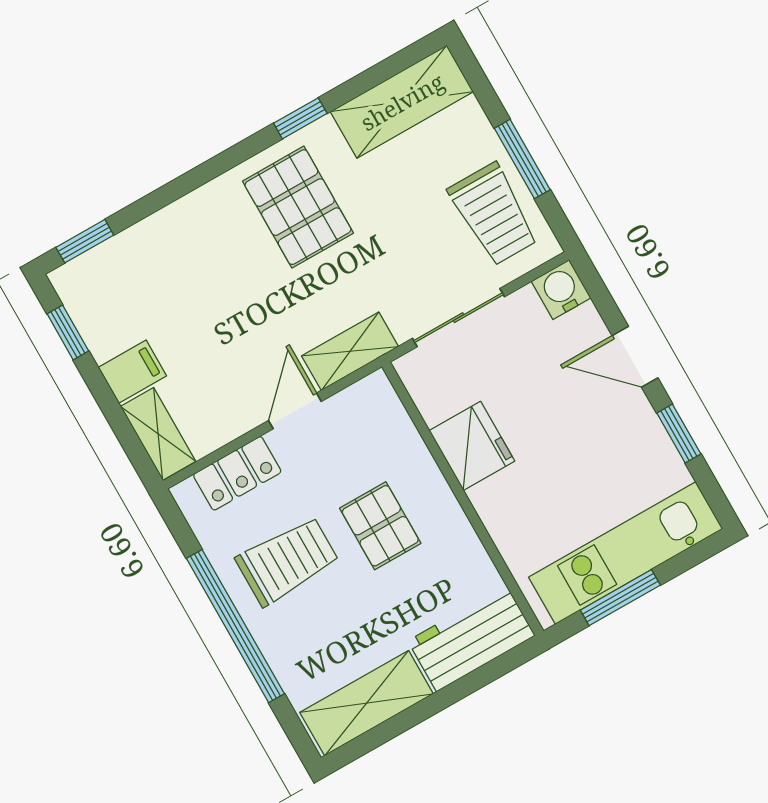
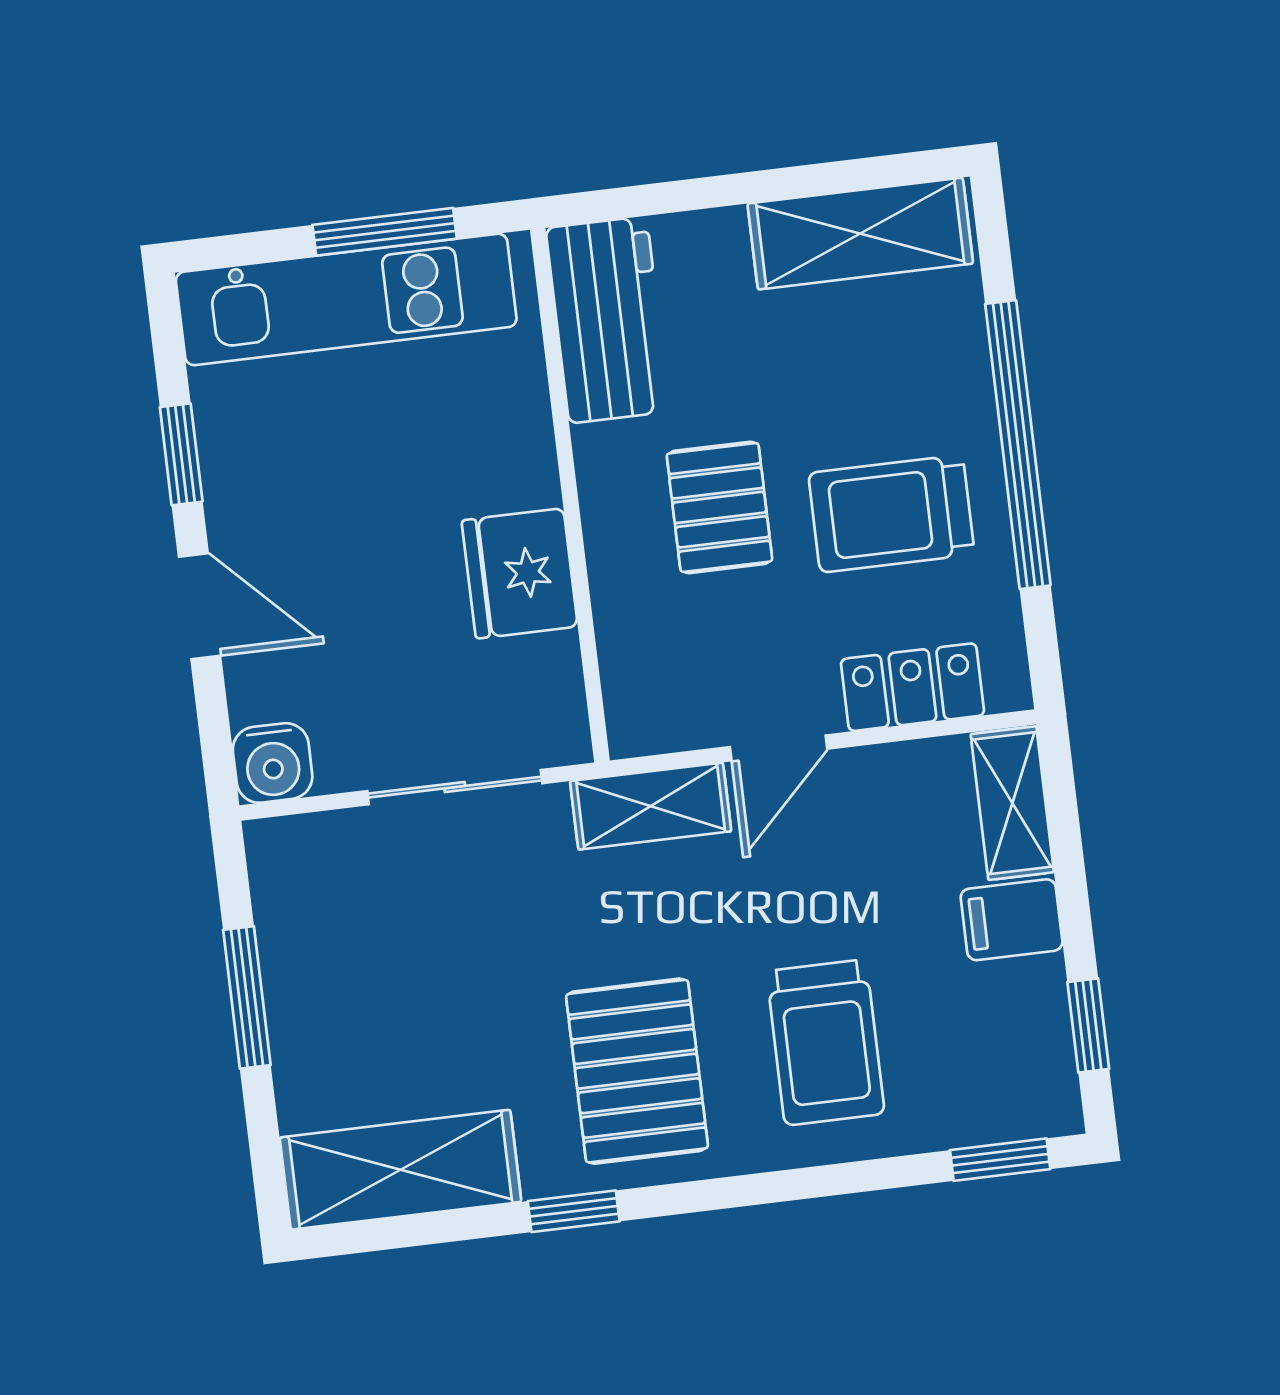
trolley: (493, 214) -> (825, 1042), moved, turned 180
workbench: (471, 638) -> (608, 320), moved, turned -90

